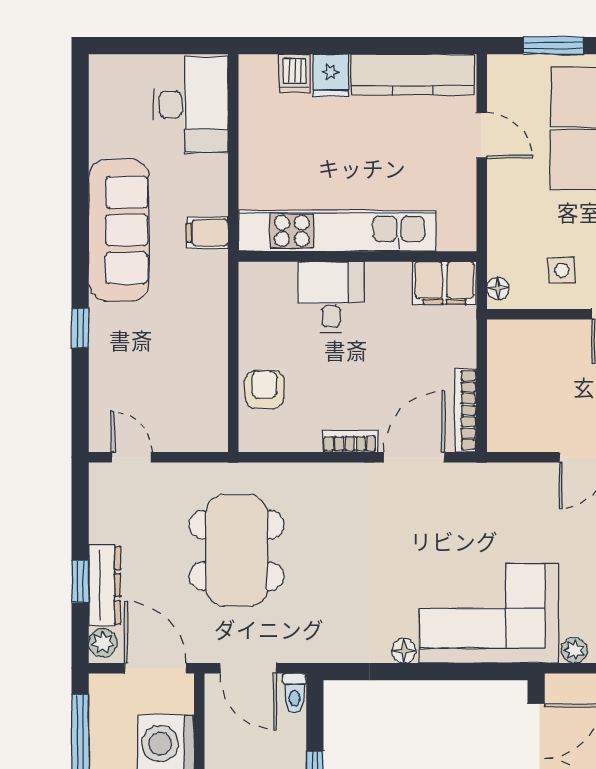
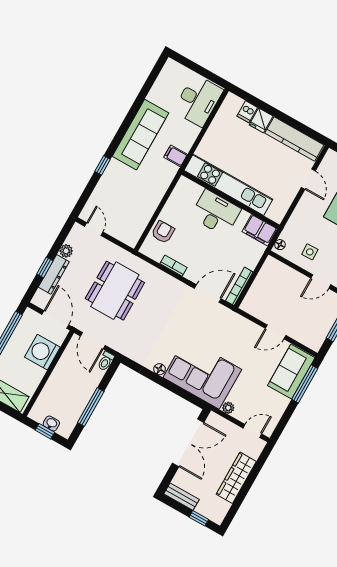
desk: (331, 297) -> (216, 213), width x1.37
bookcase: (350, 441) -> (173, 266), moved
plant: (103, 643) -> (66, 251), moved

